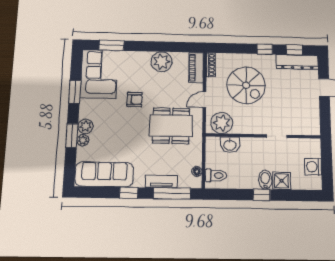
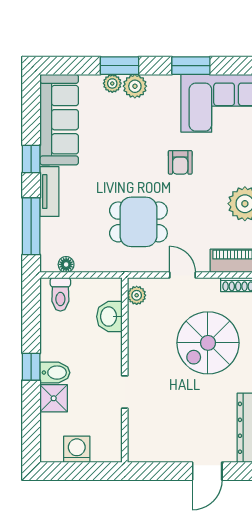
plant: (222, 123) -> (137, 295), width x0.53, depth x0.53
dining table: (171, 126) -> (138, 222), width x0.73
tv unit: (161, 182) -> (49, 192), moved

